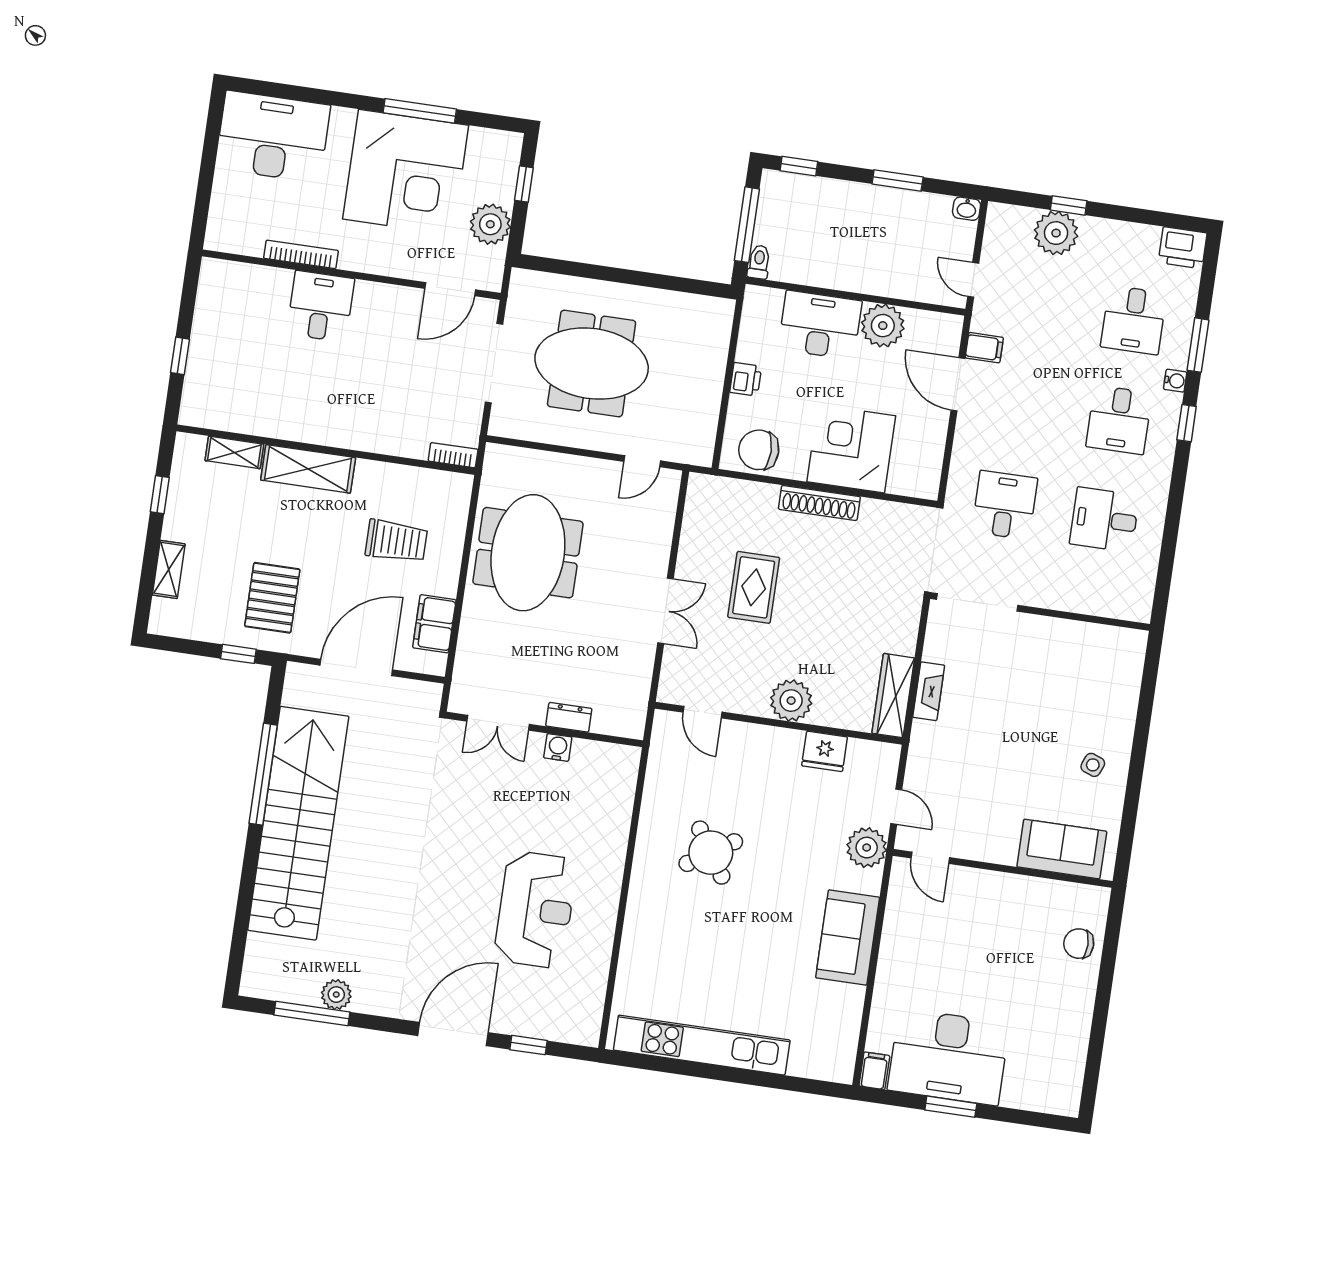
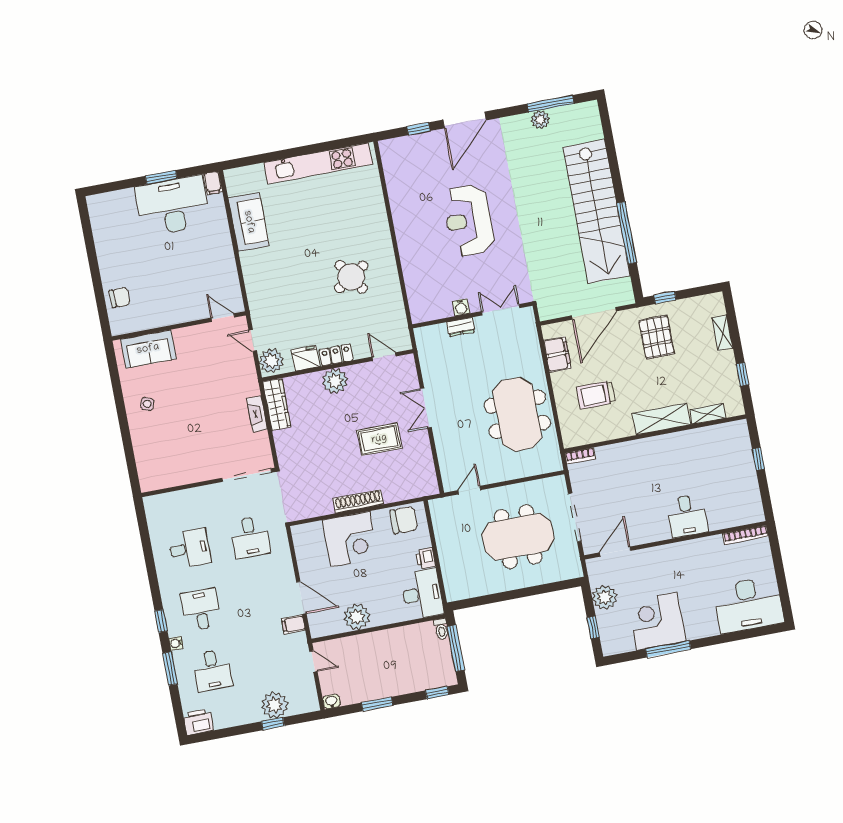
corner desk: (406, 172) -> (657, 621), width x0.74, depth x0.74
bookcase: (301, 254) -> (746, 535), moved
desk: (1134, 320) -> (212, 670), turned 180
desk: (820, 325) -> (422, 594), moved, turned -90
rug: (754, 587) -> (379, 439), turned 90
locker: (776, 740) -> (336, 355), added
plant: (867, 848) -> (271, 361), moved
reception desk: (536, 910) -> (469, 220), moved
sofa: (848, 937) -> (249, 222), moved

